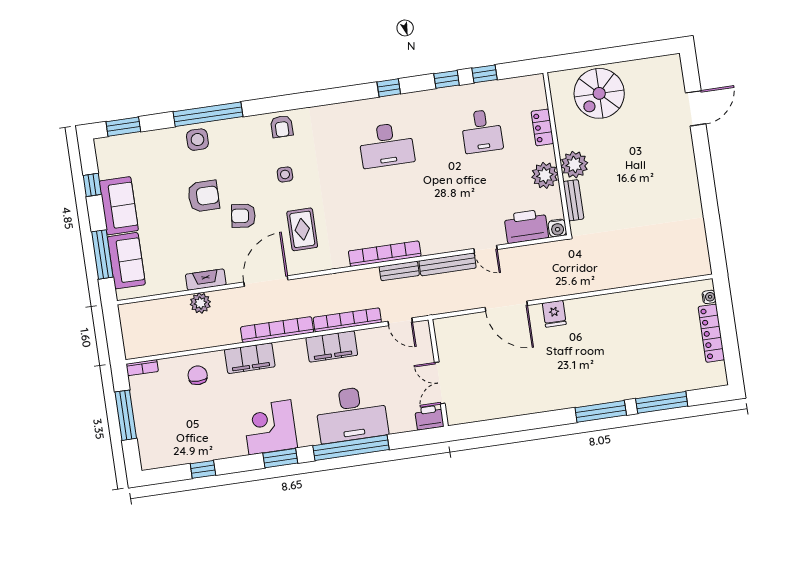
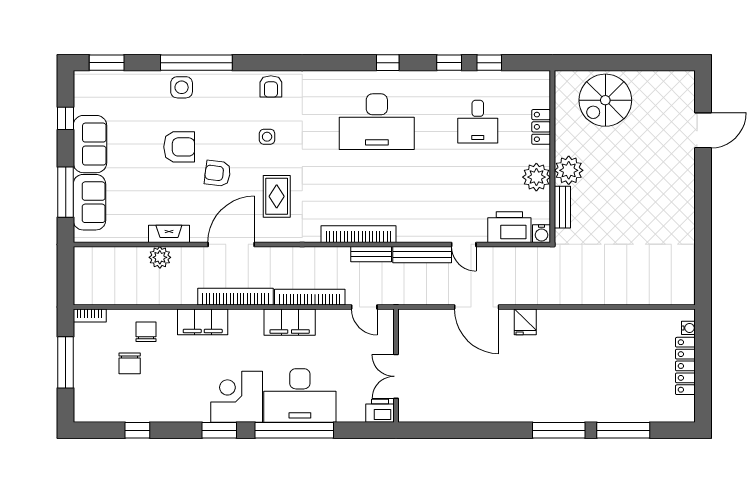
desk: (387, 145) -> (377, 122), width x1.36, depth x1.30
chair: (186, 407) -> (130, 363), added
corner desk: (270, 427) -> (237, 397), moved

